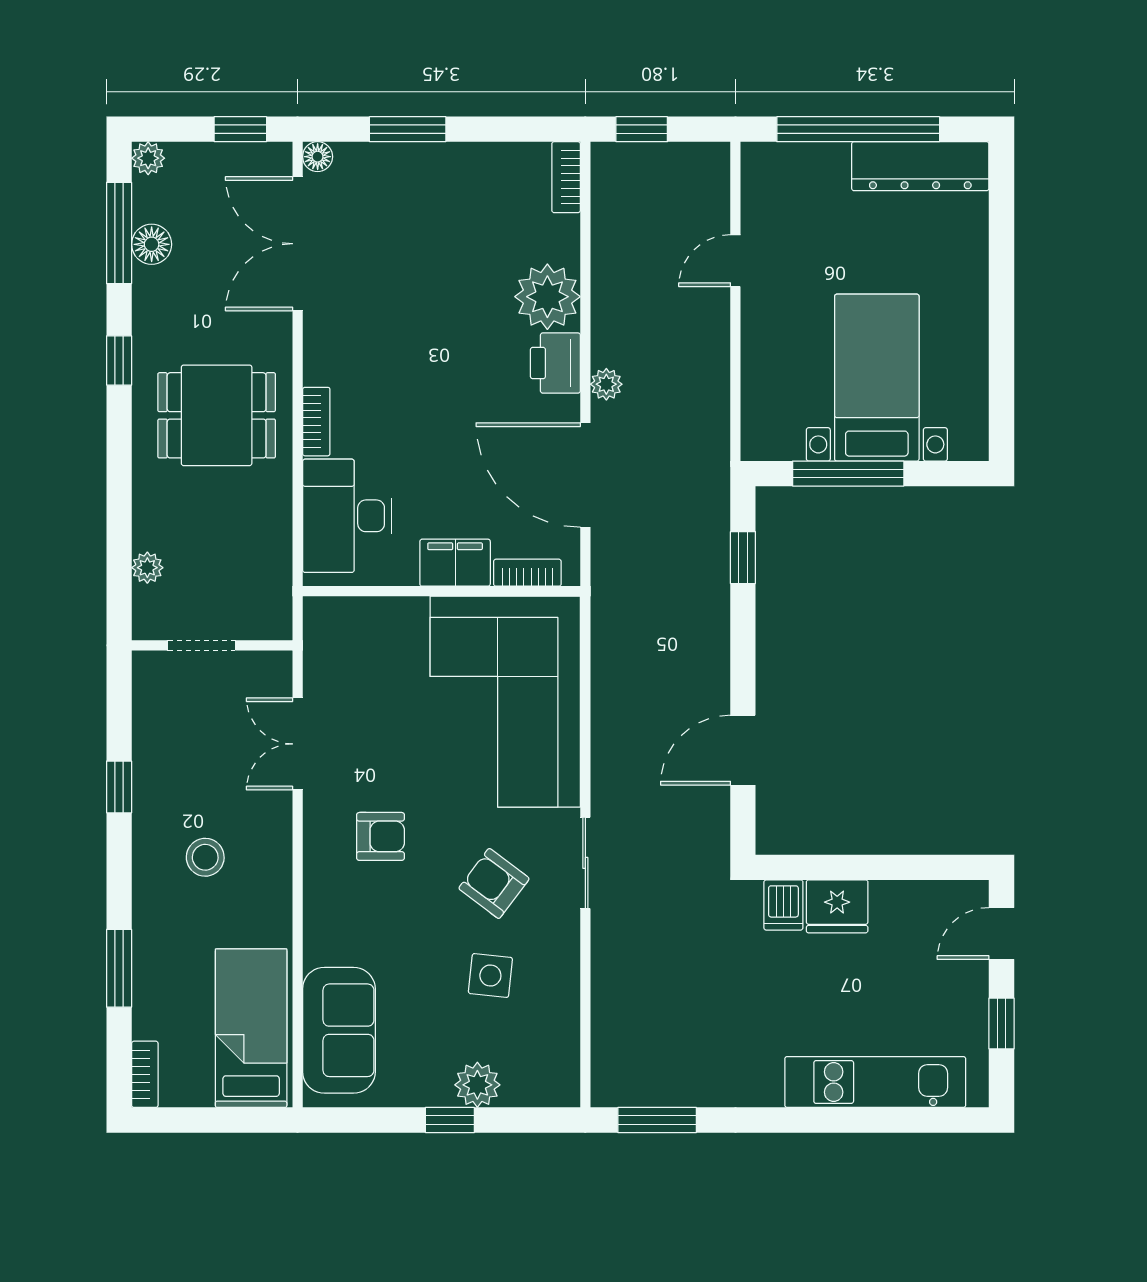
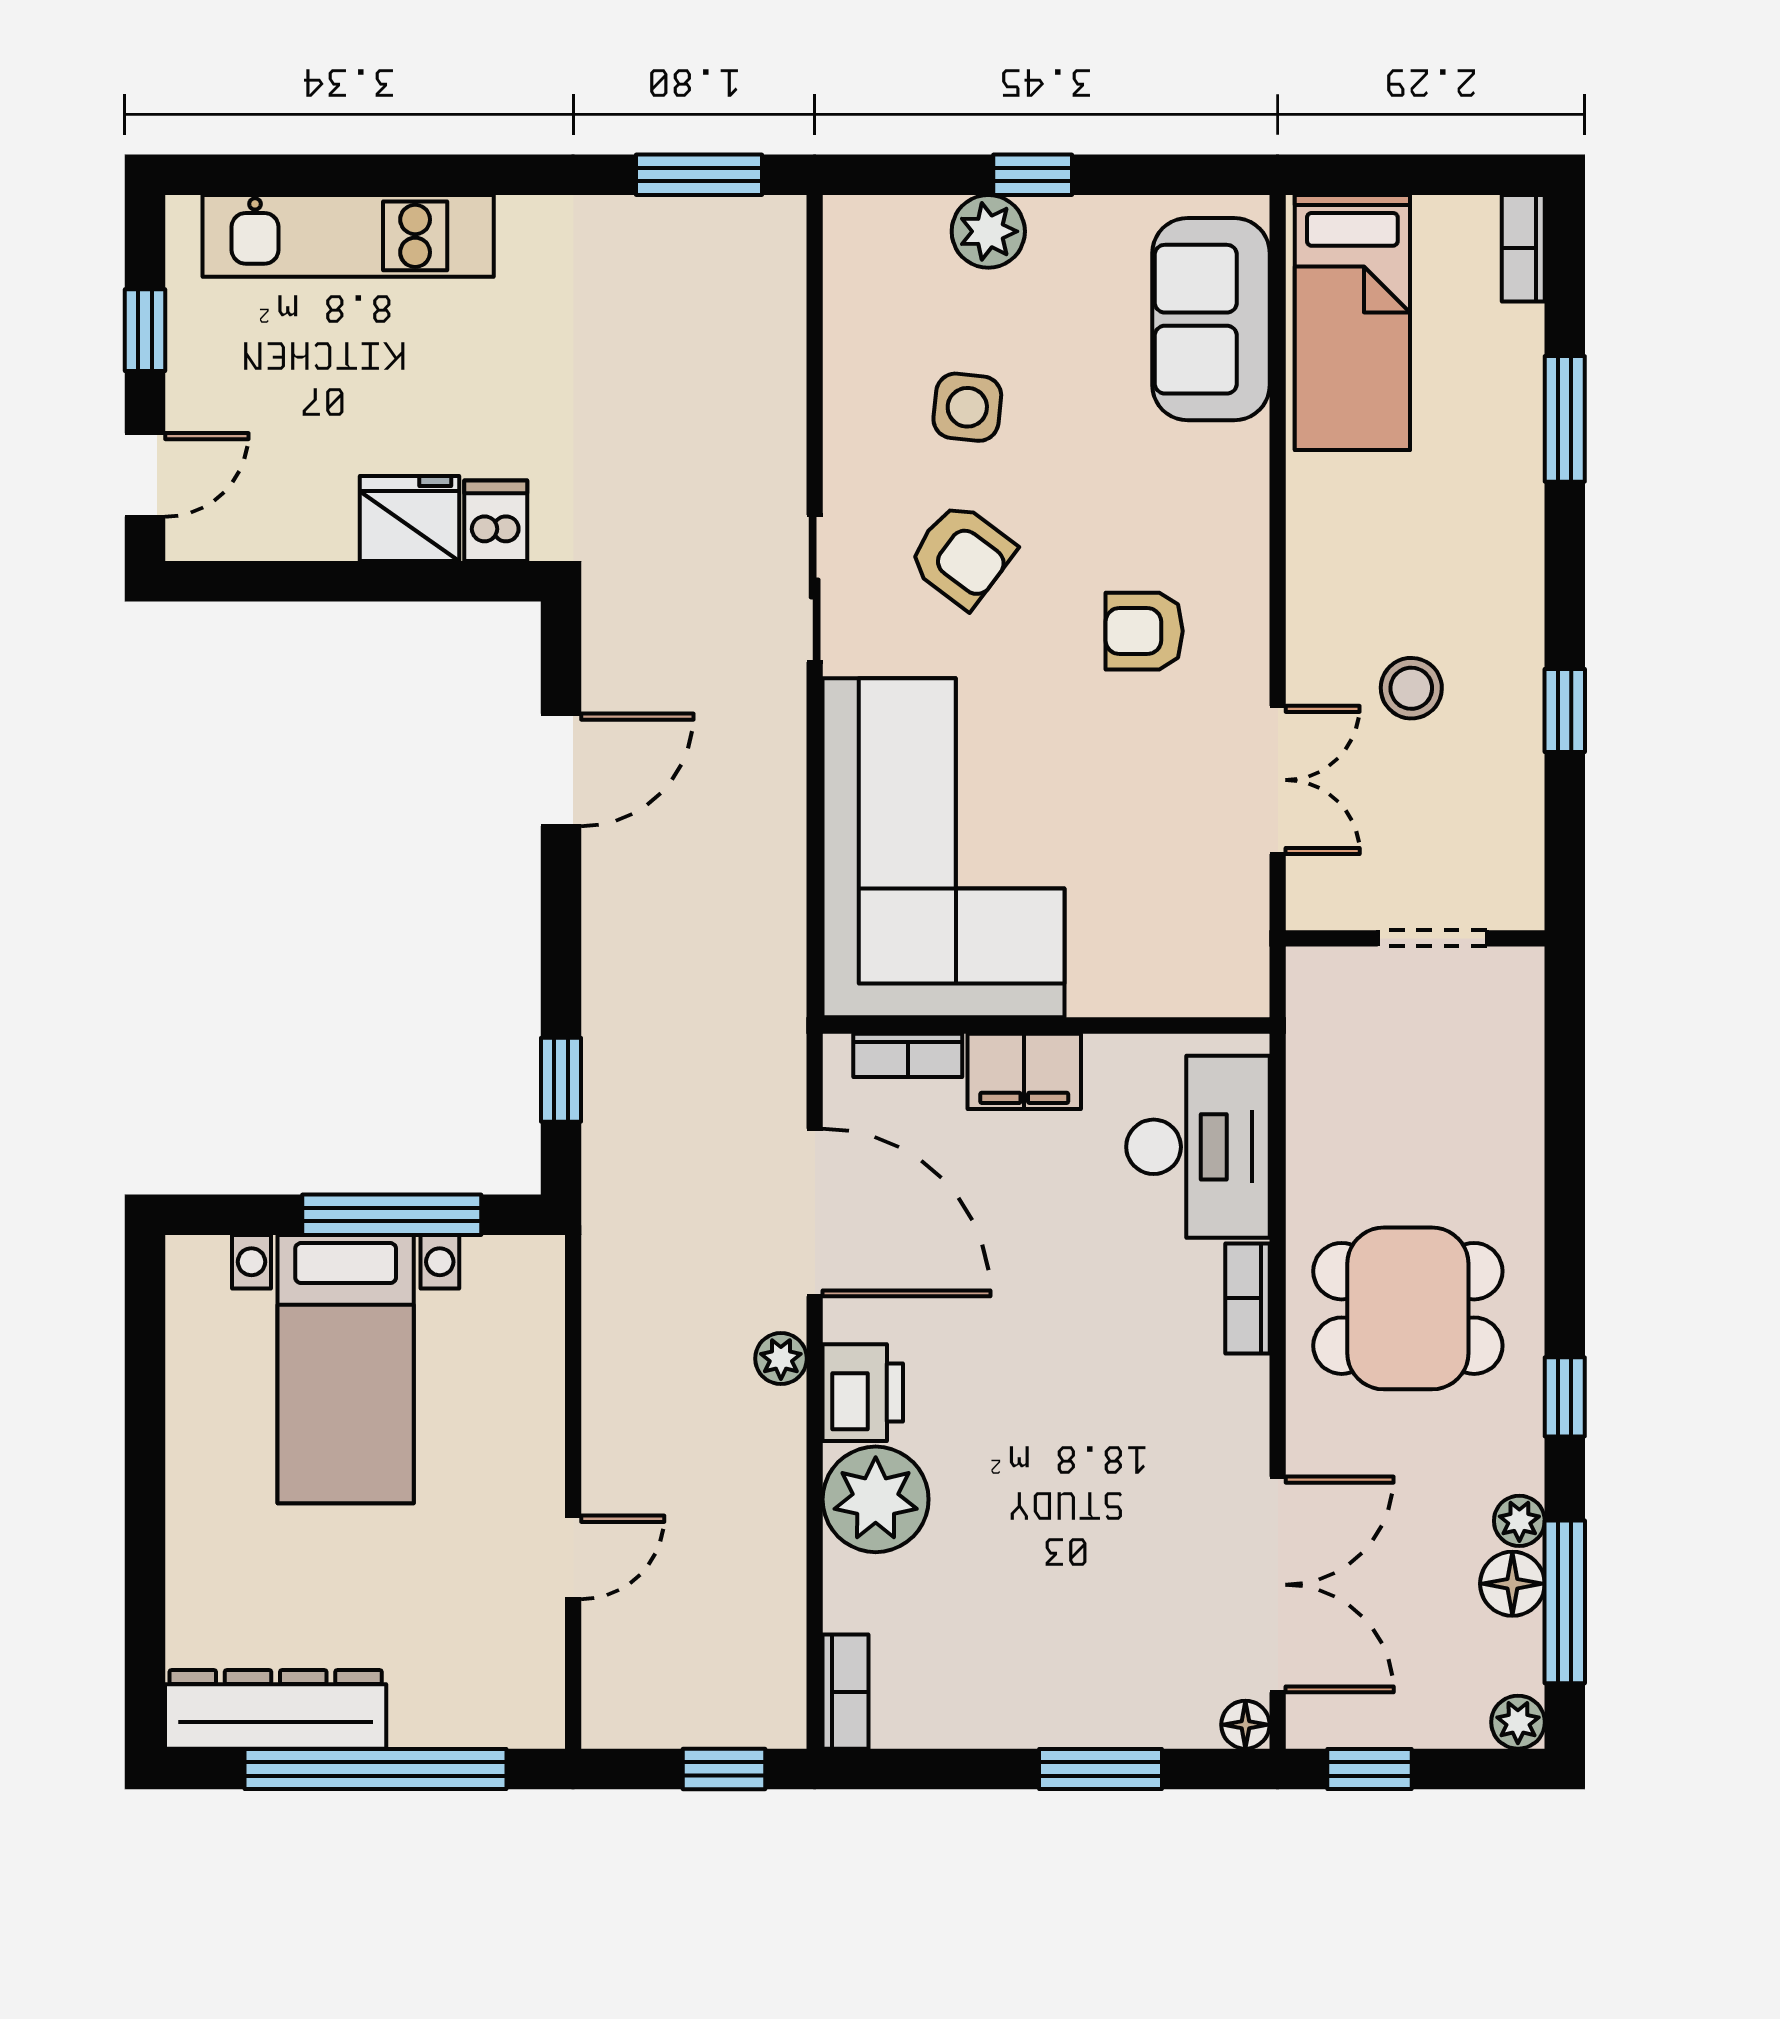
plant: (147, 568) -> (1519, 1521), moved
stool: (205, 857) -> (1411, 688), moved

